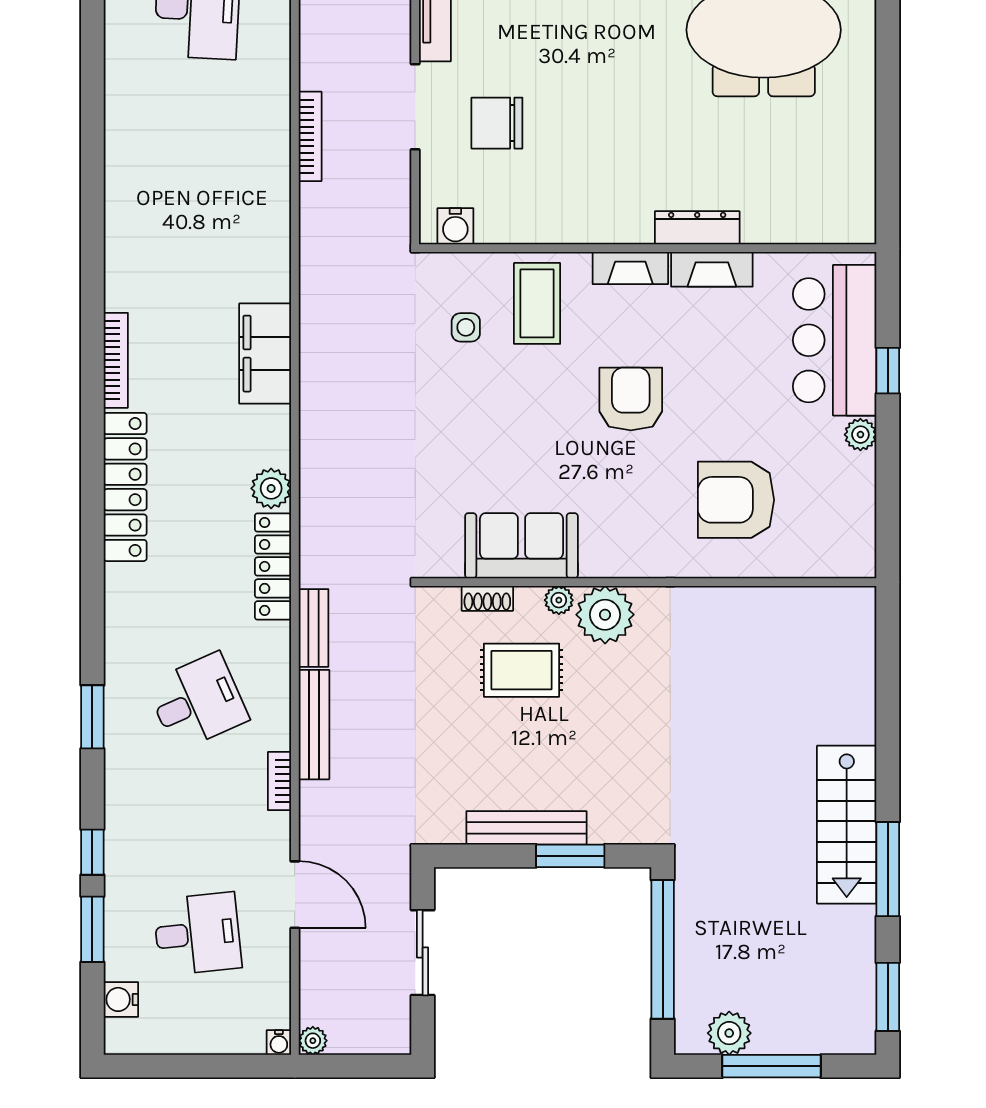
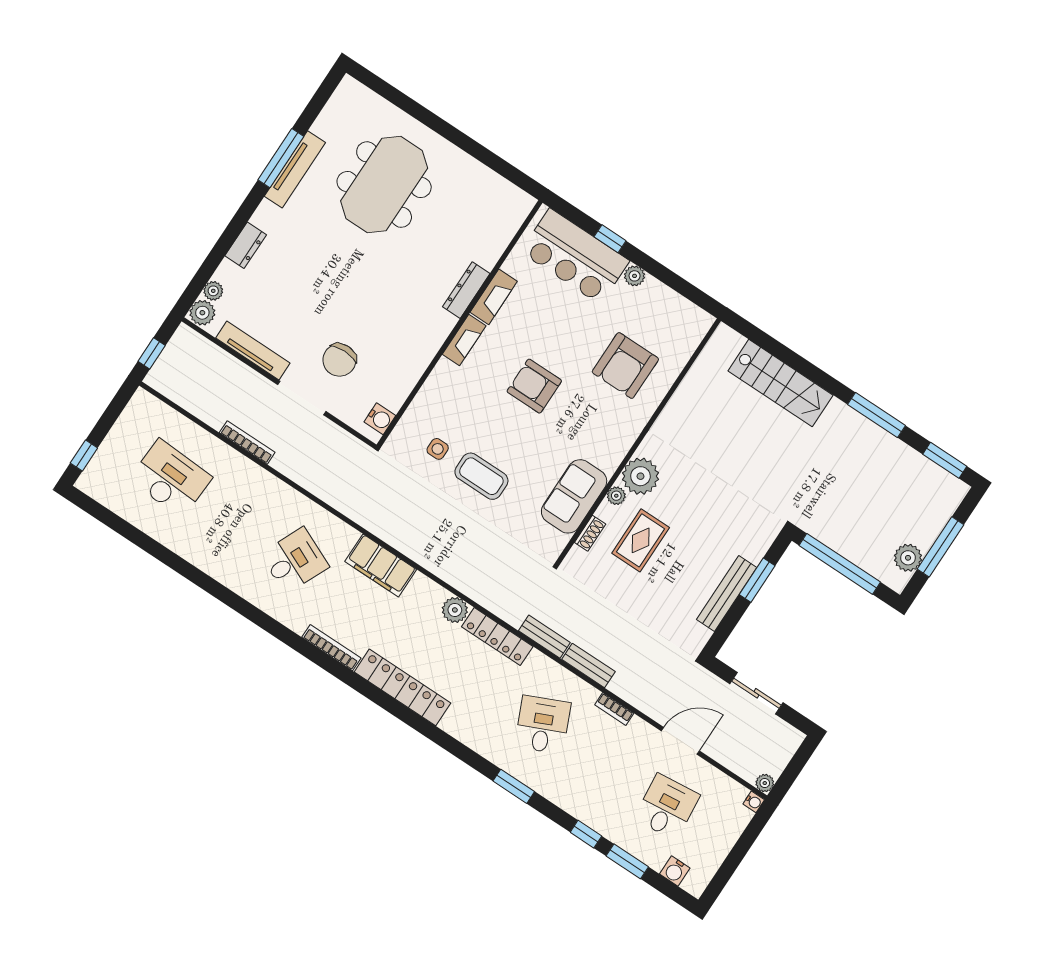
bookcase: (310, 136) -> (247, 443), moved
desk: (197, 237) -> (295, 561), added
coffee table: (537, 303) -> (481, 476), moved
bench: (314, 725) -> (588, 665), width x0.73
stairs: (847, 825) -> (780, 383), moved

